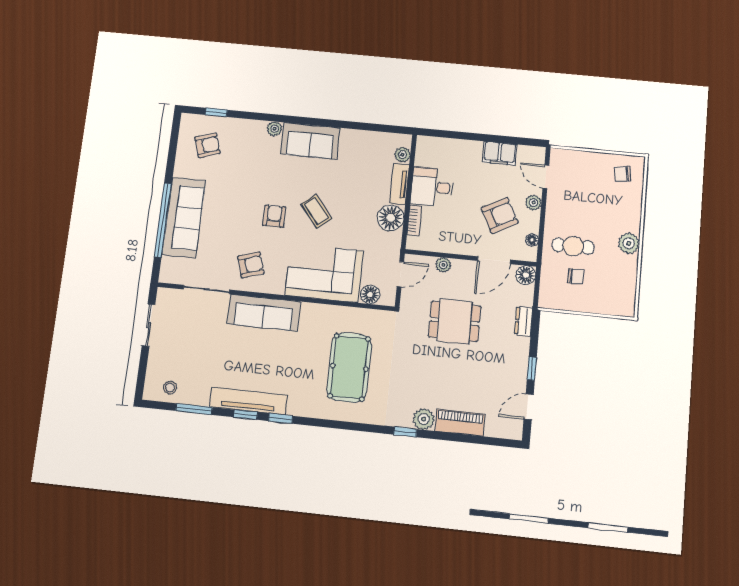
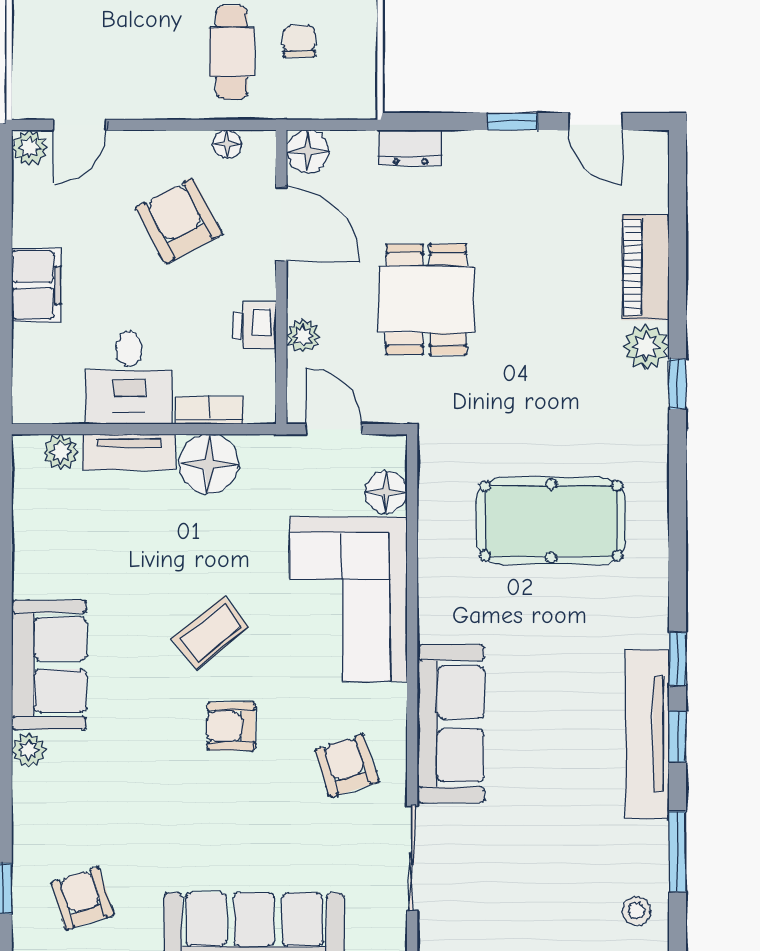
filing cabinet: (500, 153) -> (36, 285), moved
plant: (534, 203) -> (29, 148), moved
printer: (450, 244) -> (255, 326), added

